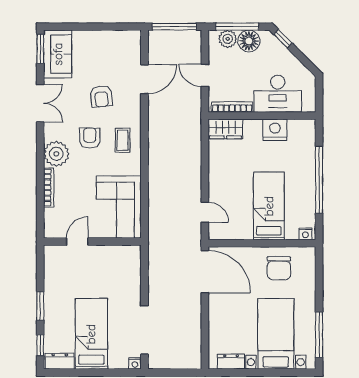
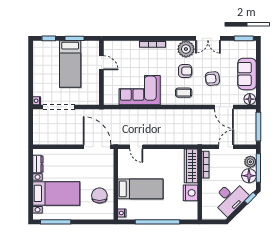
floor lamp: (132, 40) -> (250, 99), added
sofa: (58, 54) -> (247, 74), moved, turned 90
desk: (278, 94) -> (230, 198), moved, turned -135
wardrobe: (225, 129) -> (191, 166), width x1.50
plant: (56, 154) -> (186, 49), moved
door: (205, 212) -> (136, 147), hinge flipped
door: (77, 242) -> (101, 63), moved
wall: (92, 242) -> (101, 73), moved
chair: (279, 268) -> (99, 195), turned 90
door: (205, 272) -> (97, 147), swing flipped
bed: (91, 334) -> (70, 64), moved, turned 90
dresser: (60, 361) -> (38, 51), removed

